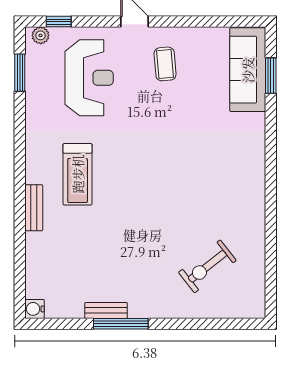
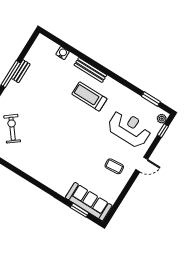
reception desk: (89, 78) -> (129, 129), turned 180
bench: (34, 208) -> (90, 70), width x1.36
water cooler: (35, 309) -> (63, 53), moved

